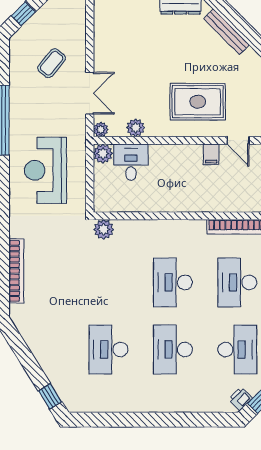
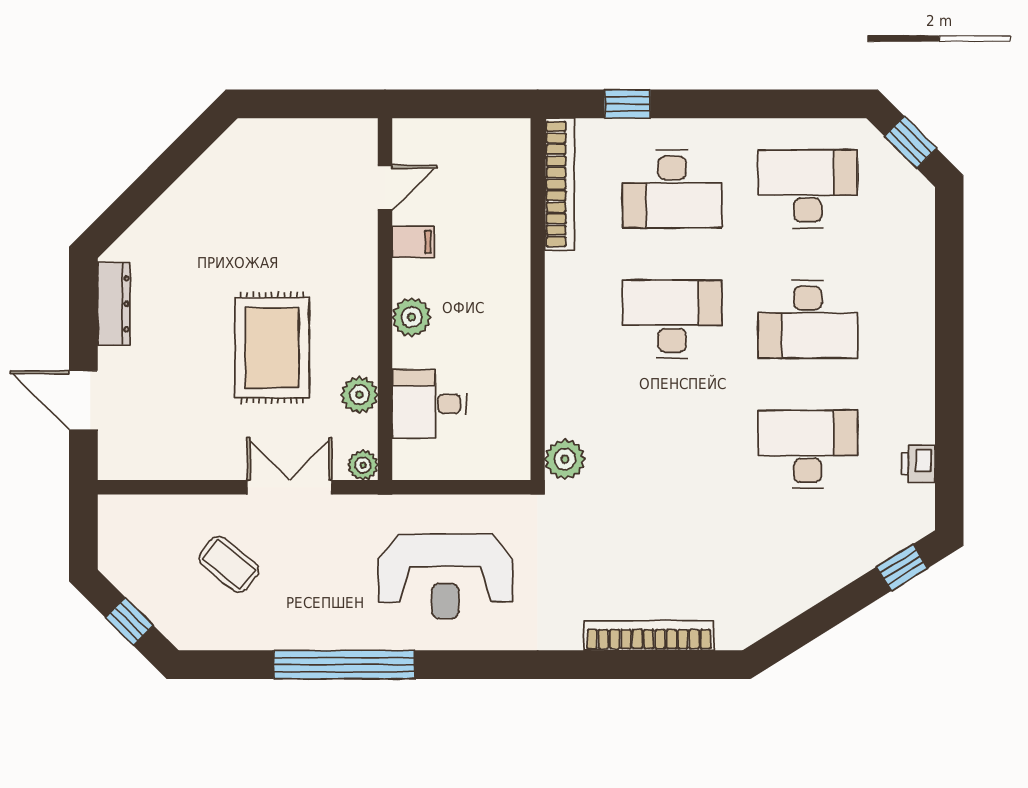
bench: (227, 32) -> (166, 211), removed
rug: (198, 102) -> (272, 348), moved
plant: (103, 154) -> (412, 317), moved
desk: (173, 282) -> (672, 319), turned 180
desk: (108, 350) -> (808, 449), turned 180
printer: (240, 399) -> (918, 464), moved, turned 45

